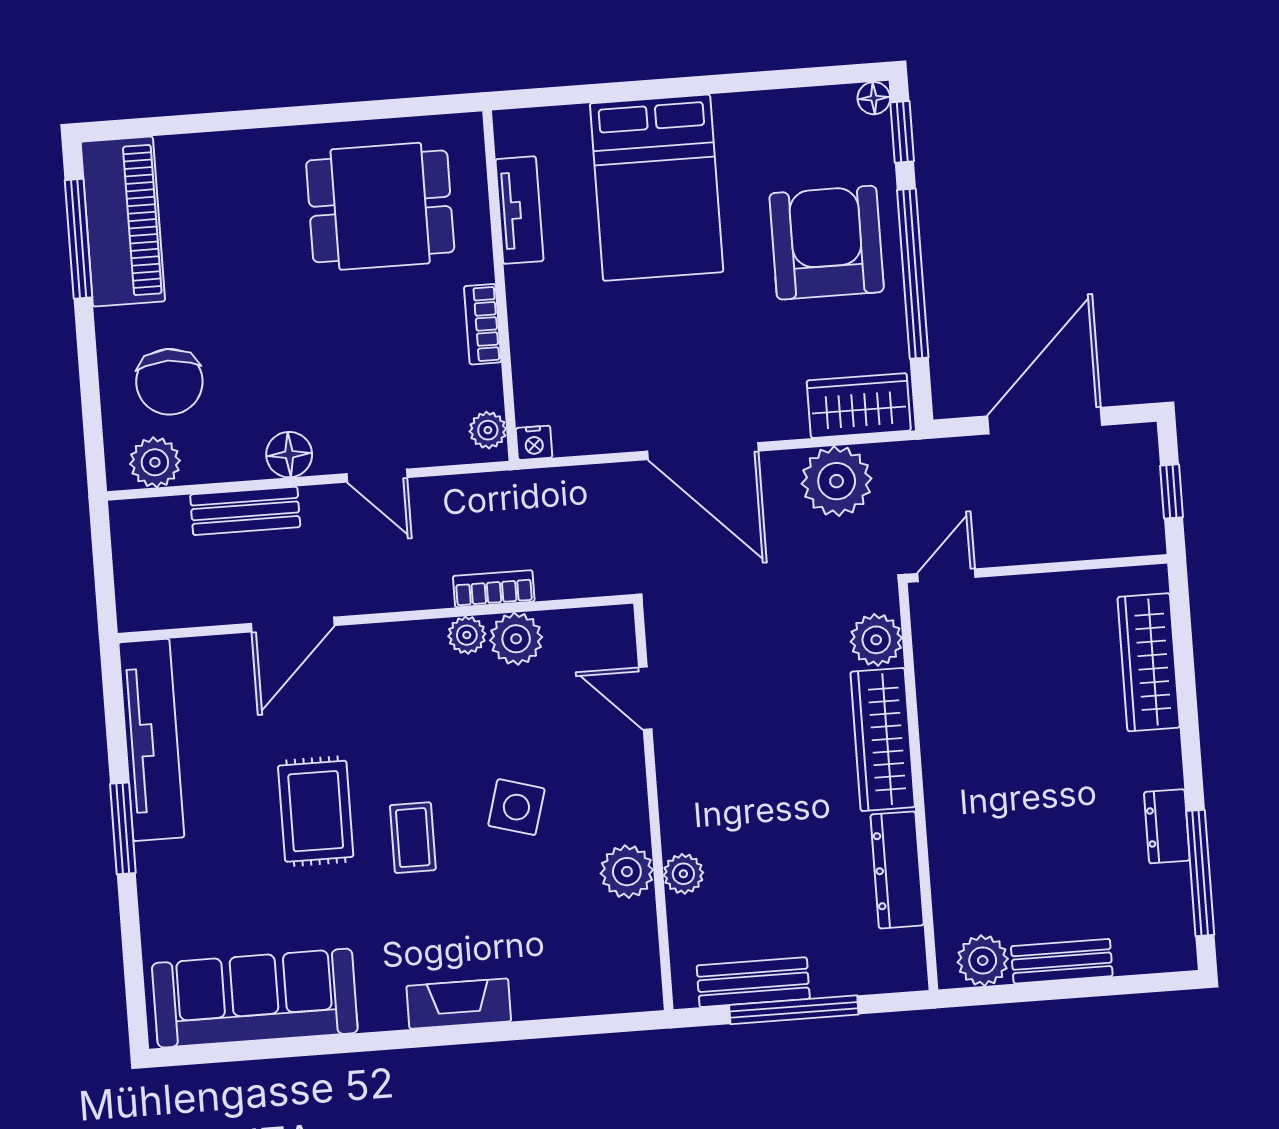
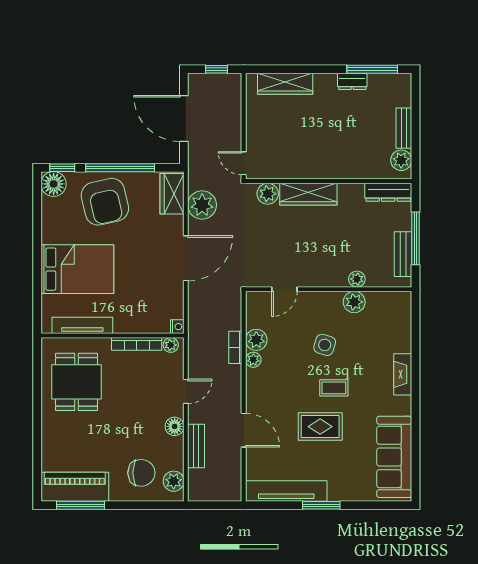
floor lamp: (874, 98) -> (54, 184), width x1.89, depth x1.89
tv unit: (519, 210) -> (82, 325), width x1.41
armchair: (827, 243) -> (105, 202), turned -103
bookcase: (483, 324) -> (137, 344), width x1.56
dresser: (897, 870) -> (388, 192), moved

